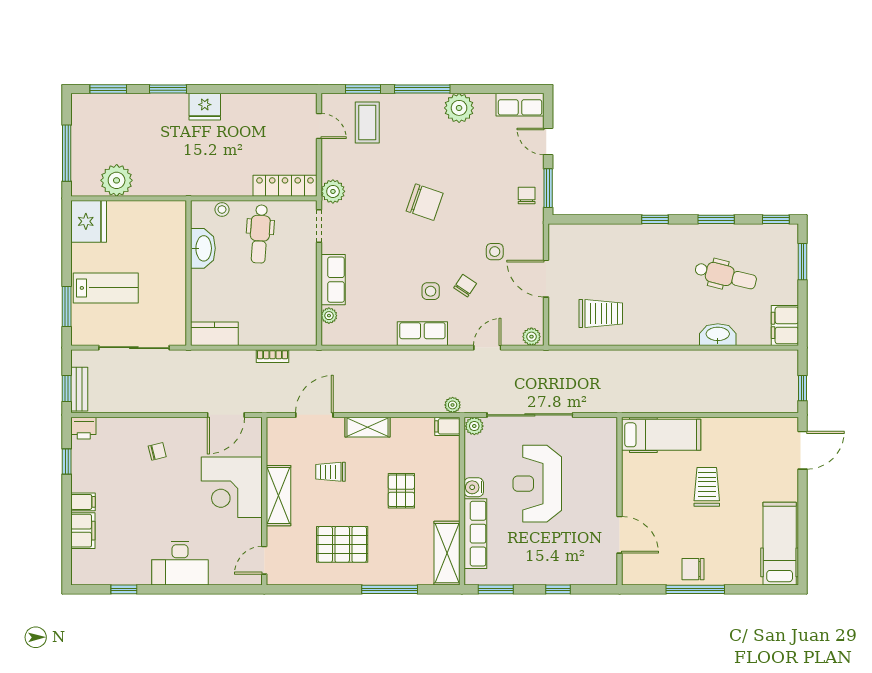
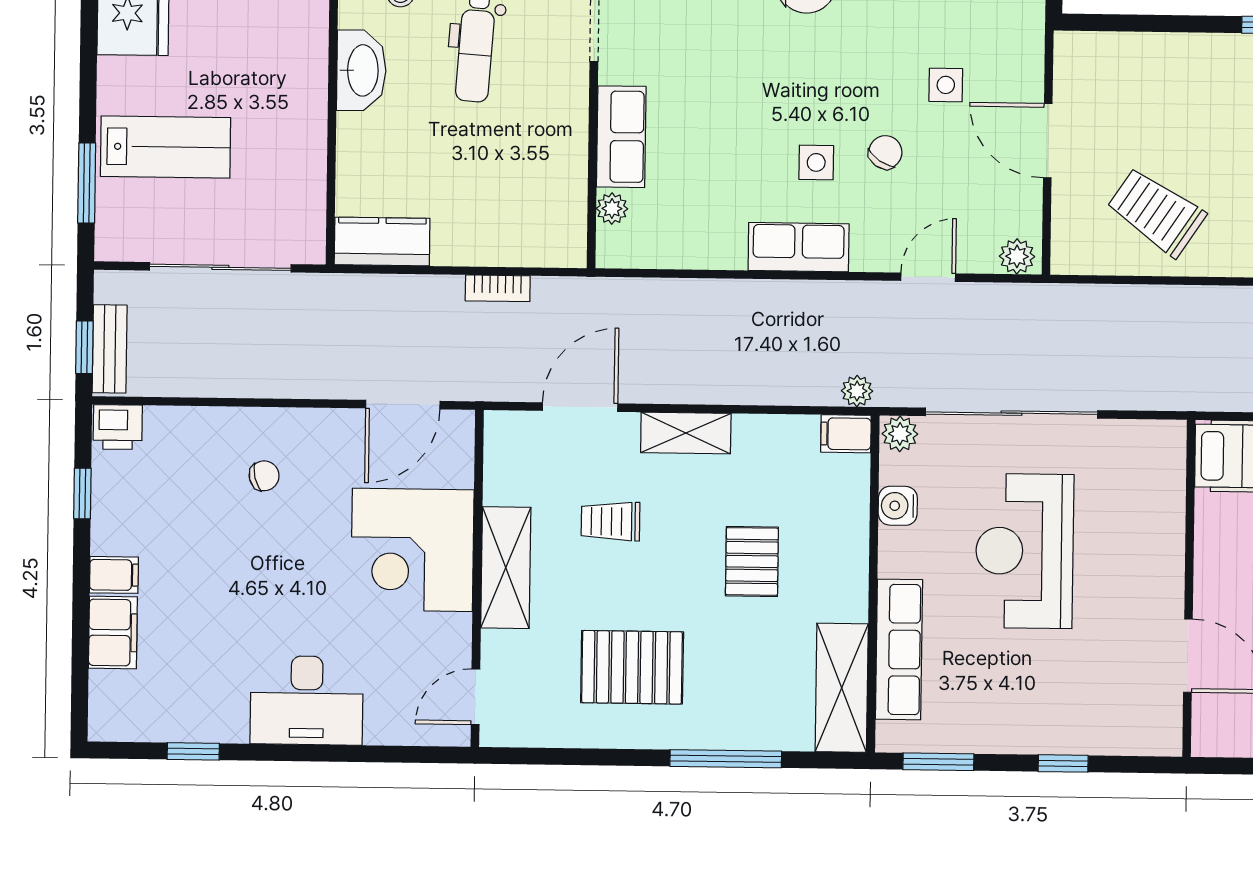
trolley: (601, 314) -> (1156, 212), turned -146
water cooler: (474, 487) -> (898, 506), moved

